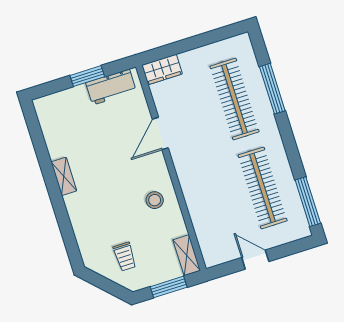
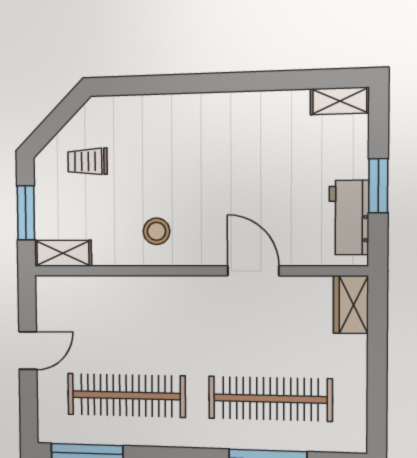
shelving: (64, 176) -> (340, 101), moved

